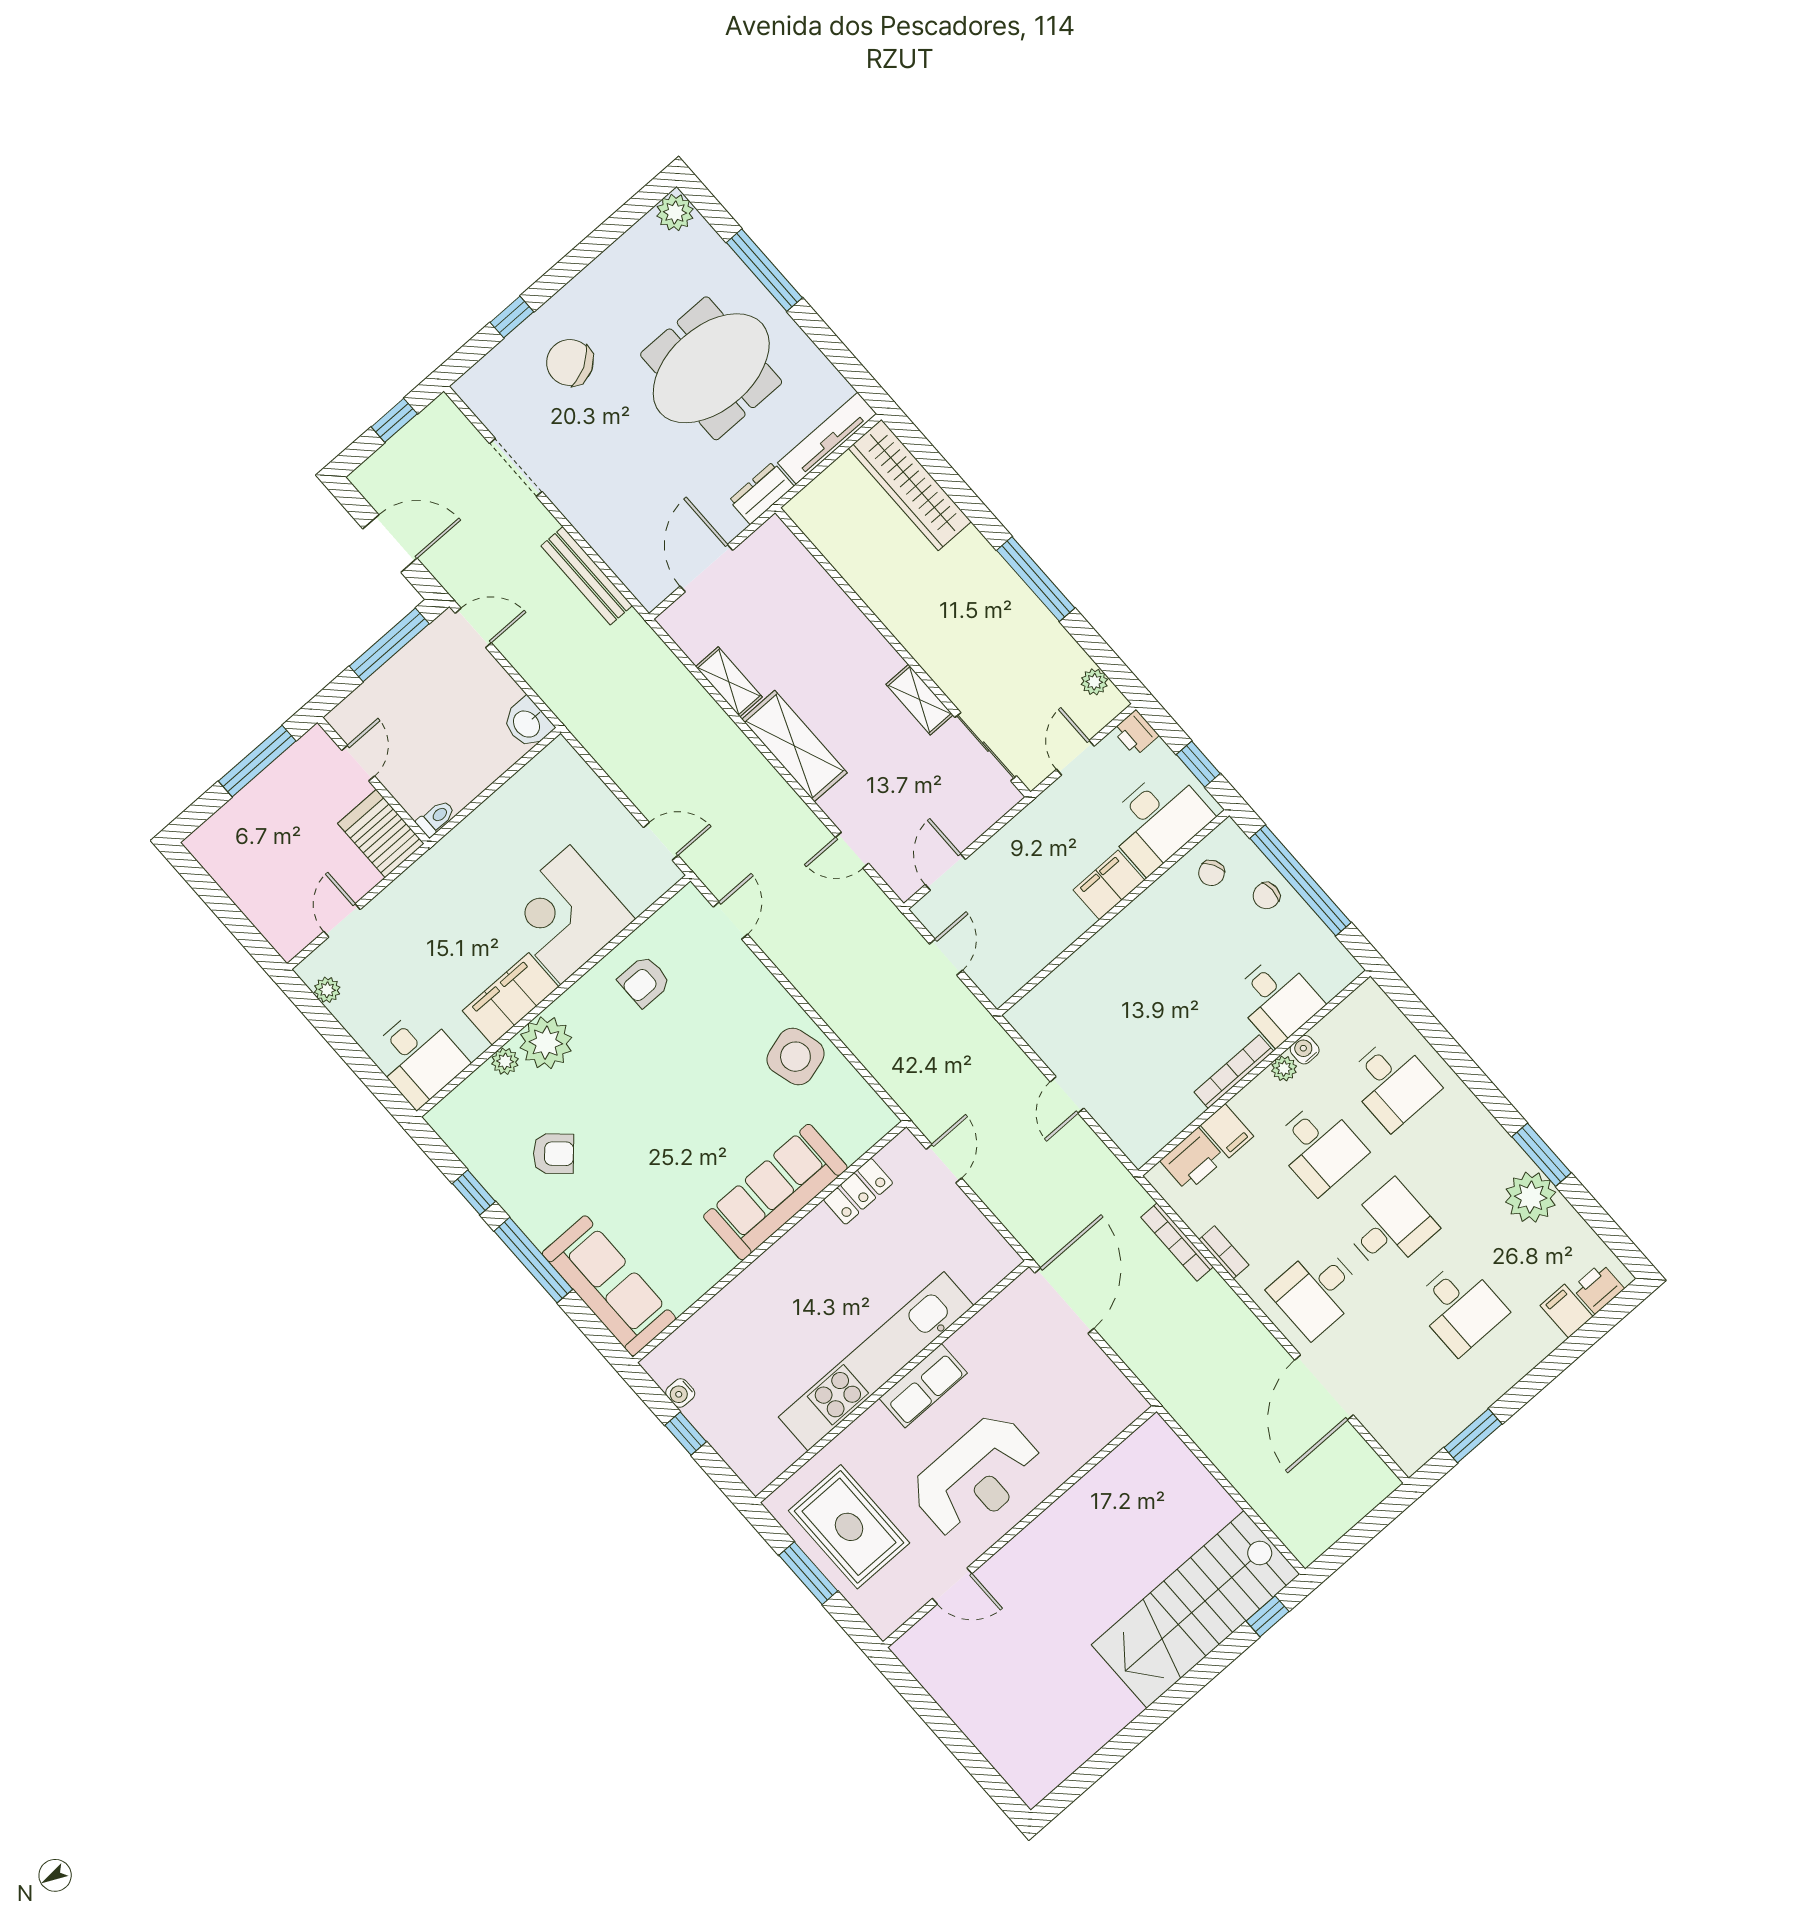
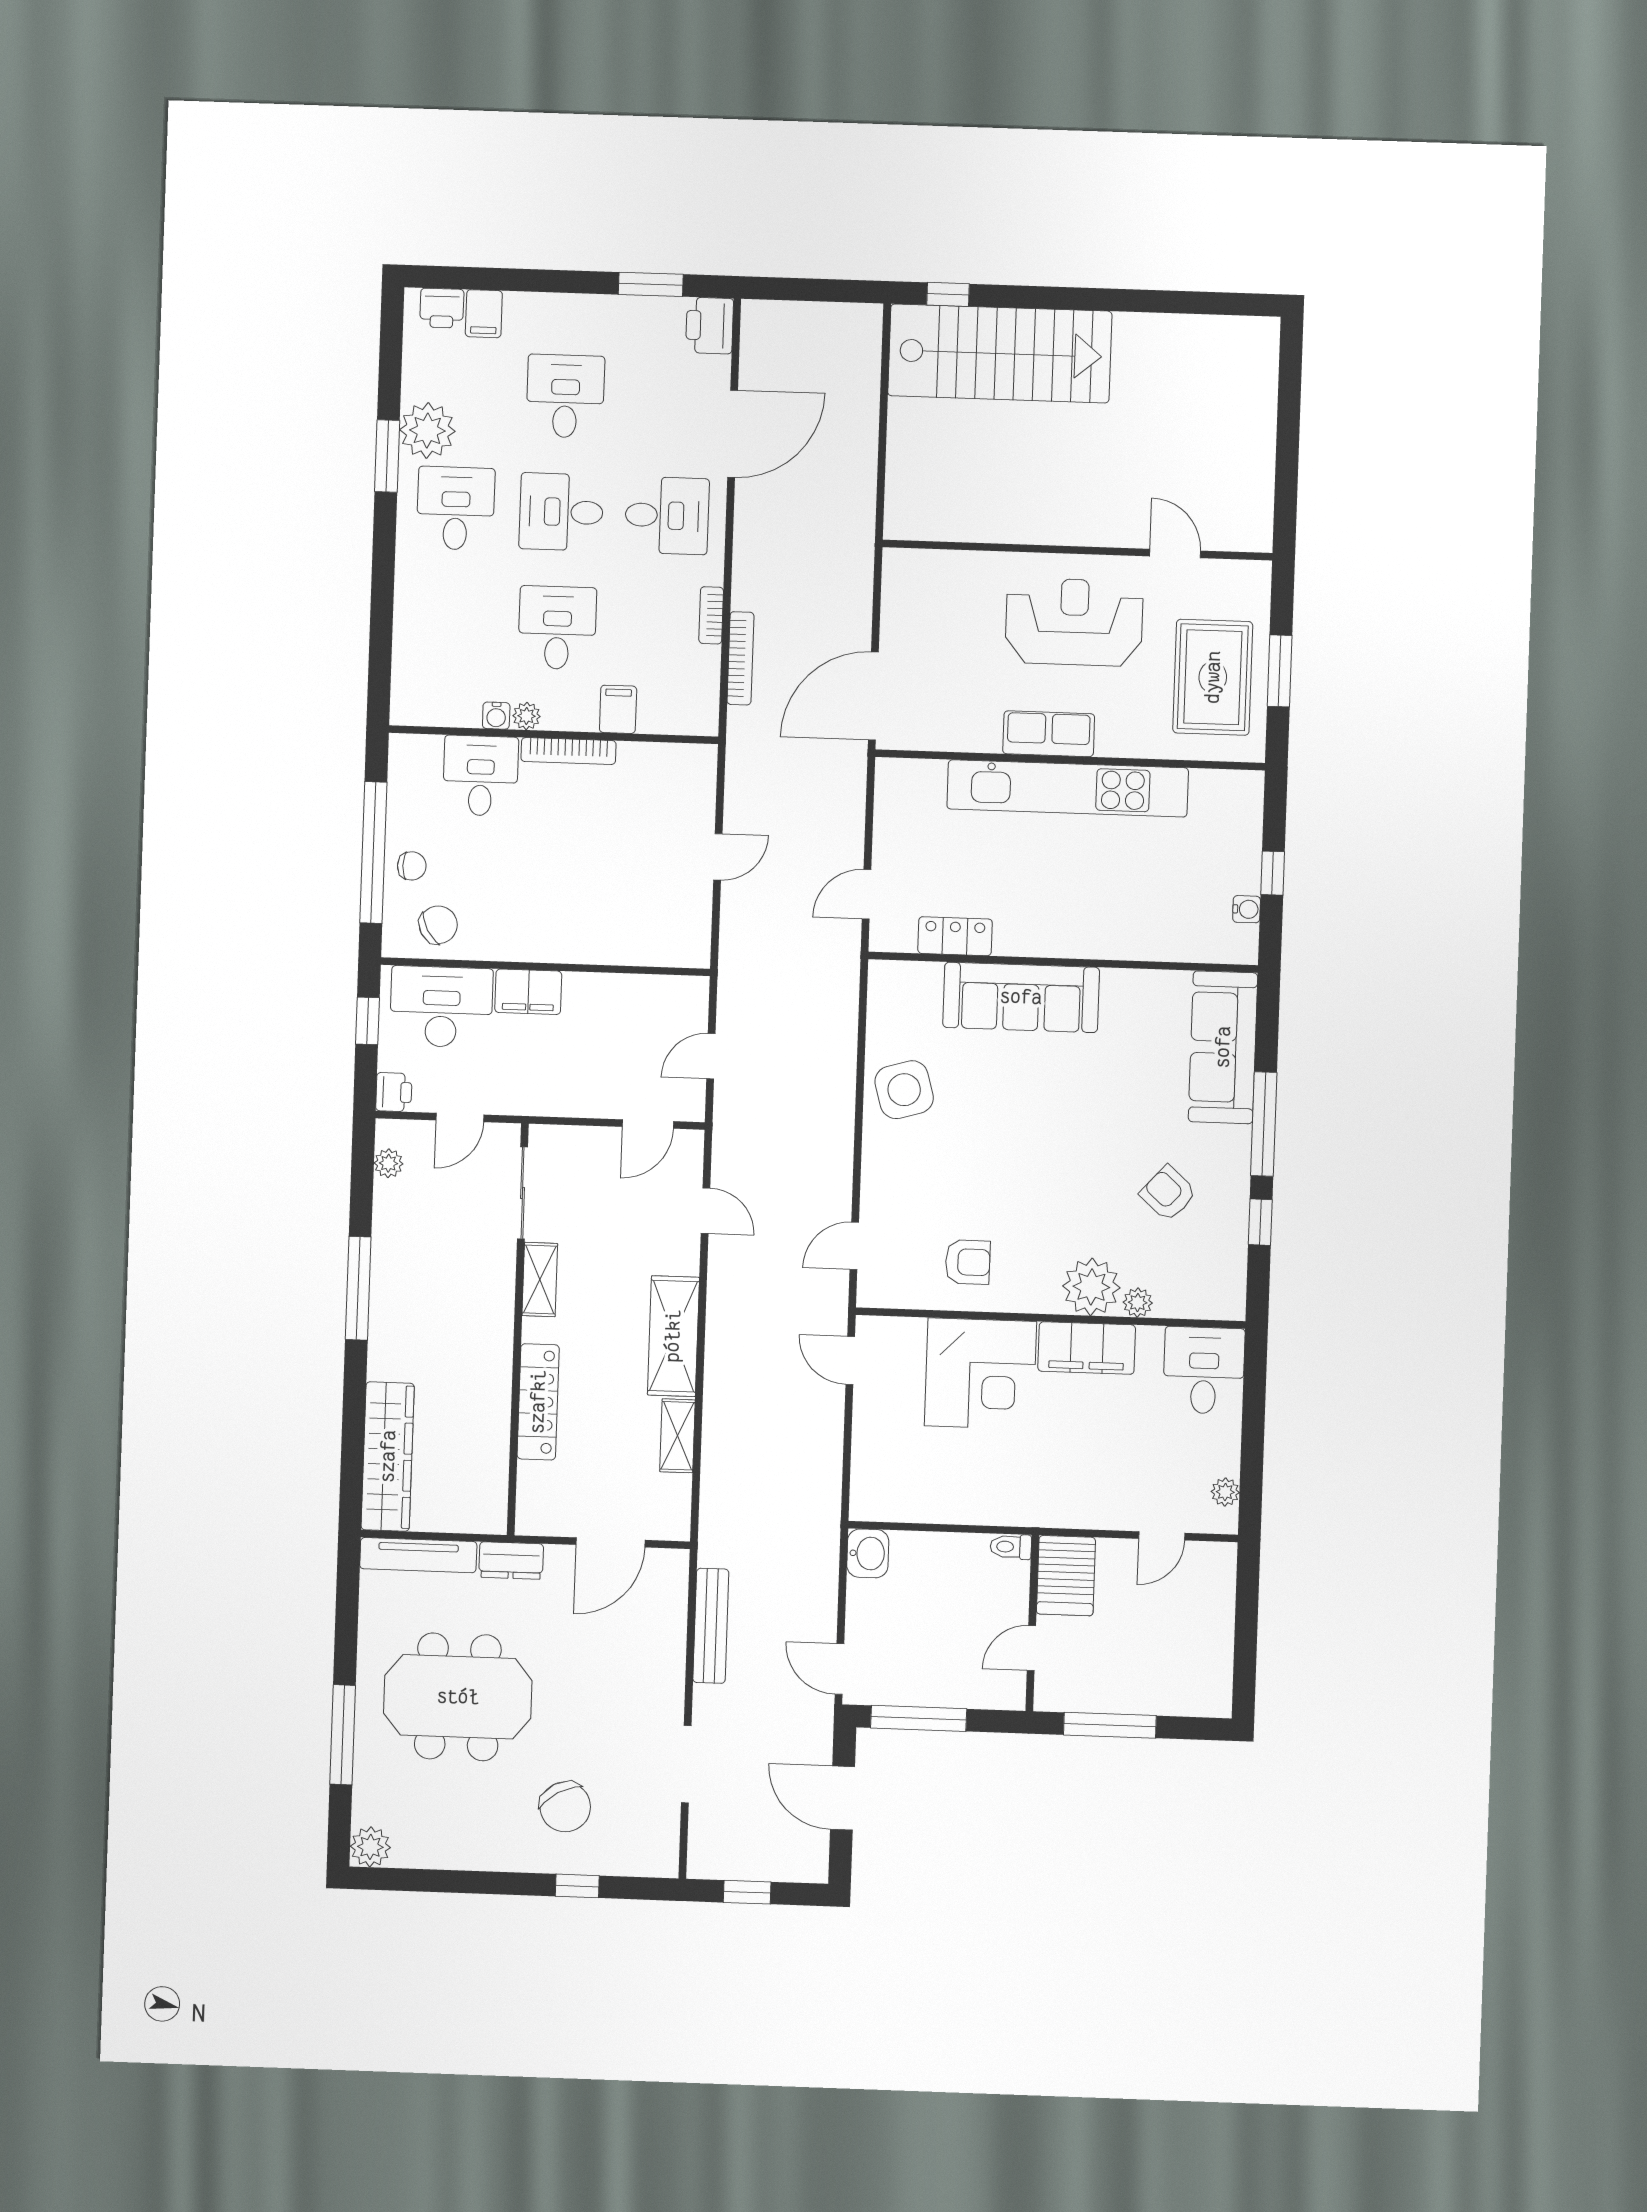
locker: (844, 617) -> (538, 1402), added
chair: (1212, 873) -> (438, 925), width x1.37, depth x1.37
desk: (1392, 1083) -> (456, 508), moved
printer: (1193, 1160) -> (710, 326), moved, turned -90

